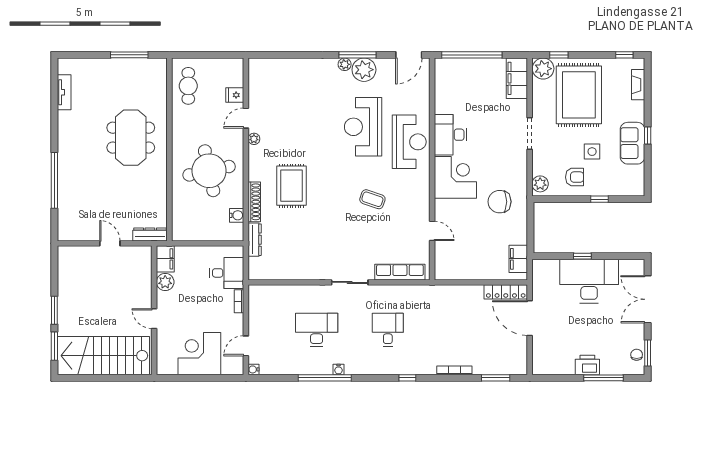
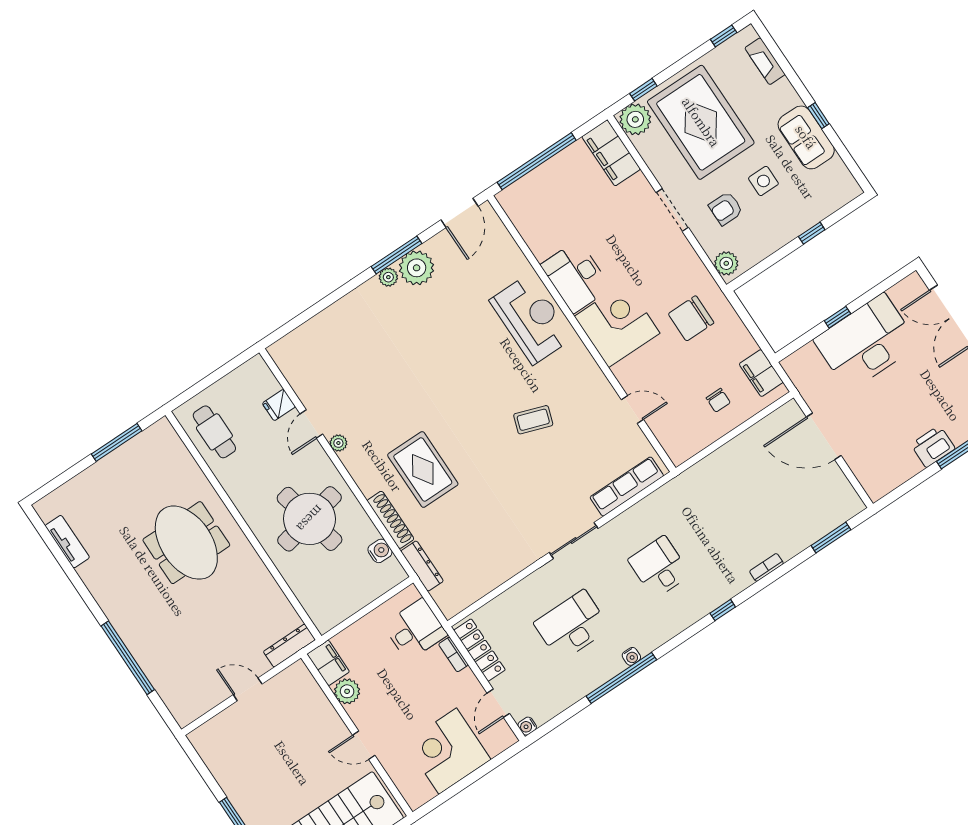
reception desk: (363, 127) -> (462, 339), removed
armchair: (575, 177) -> (726, 209), moved, turned 180
chair: (484, 258) -> (718, 400), added
locker: (506, 292) -> (479, 650), moved, turned -90
bookcase: (454, 370) -> (766, 567), width x0.64

